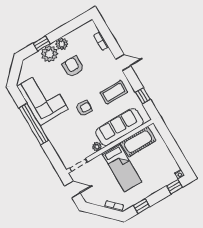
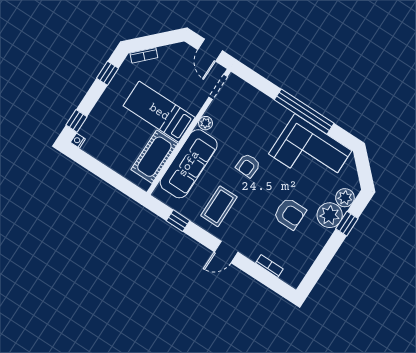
plant: (62, 44) -> (345, 198), moved
door: (72, 189) -> (210, 50), hinge flipped

